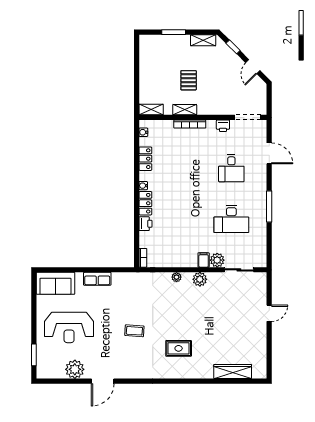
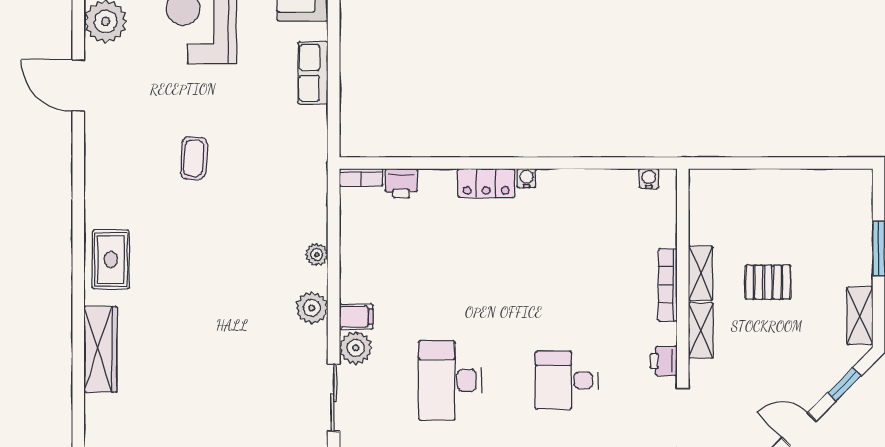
shelving: (151, 110) -> (701, 330), moved
locker: (145, 159) -> (588, 183), removed
printer: (145, 224) -> (401, 183), moved
rug: (179, 348) -> (111, 259), moved
wardrobe: (233, 371) -> (101, 349), moved

